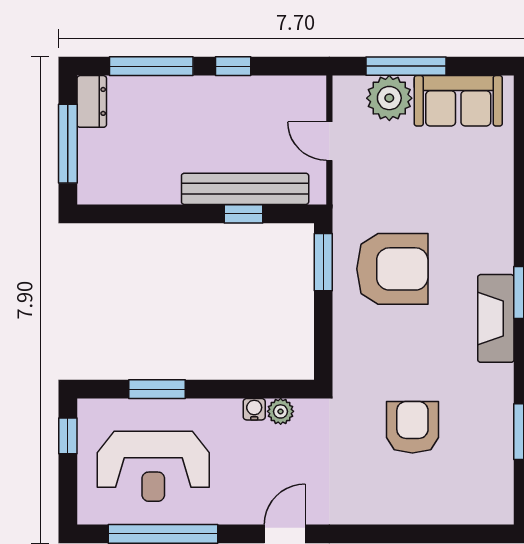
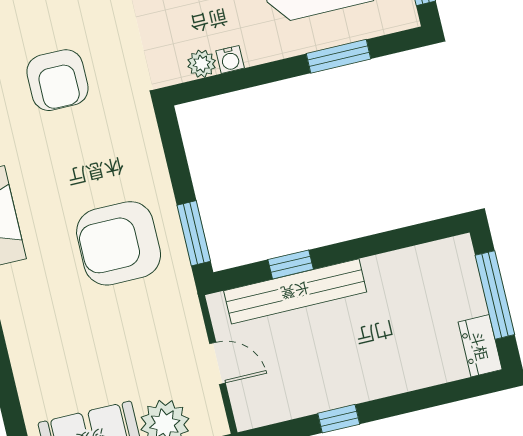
window: (151, 66) -> (426, 398), removed

